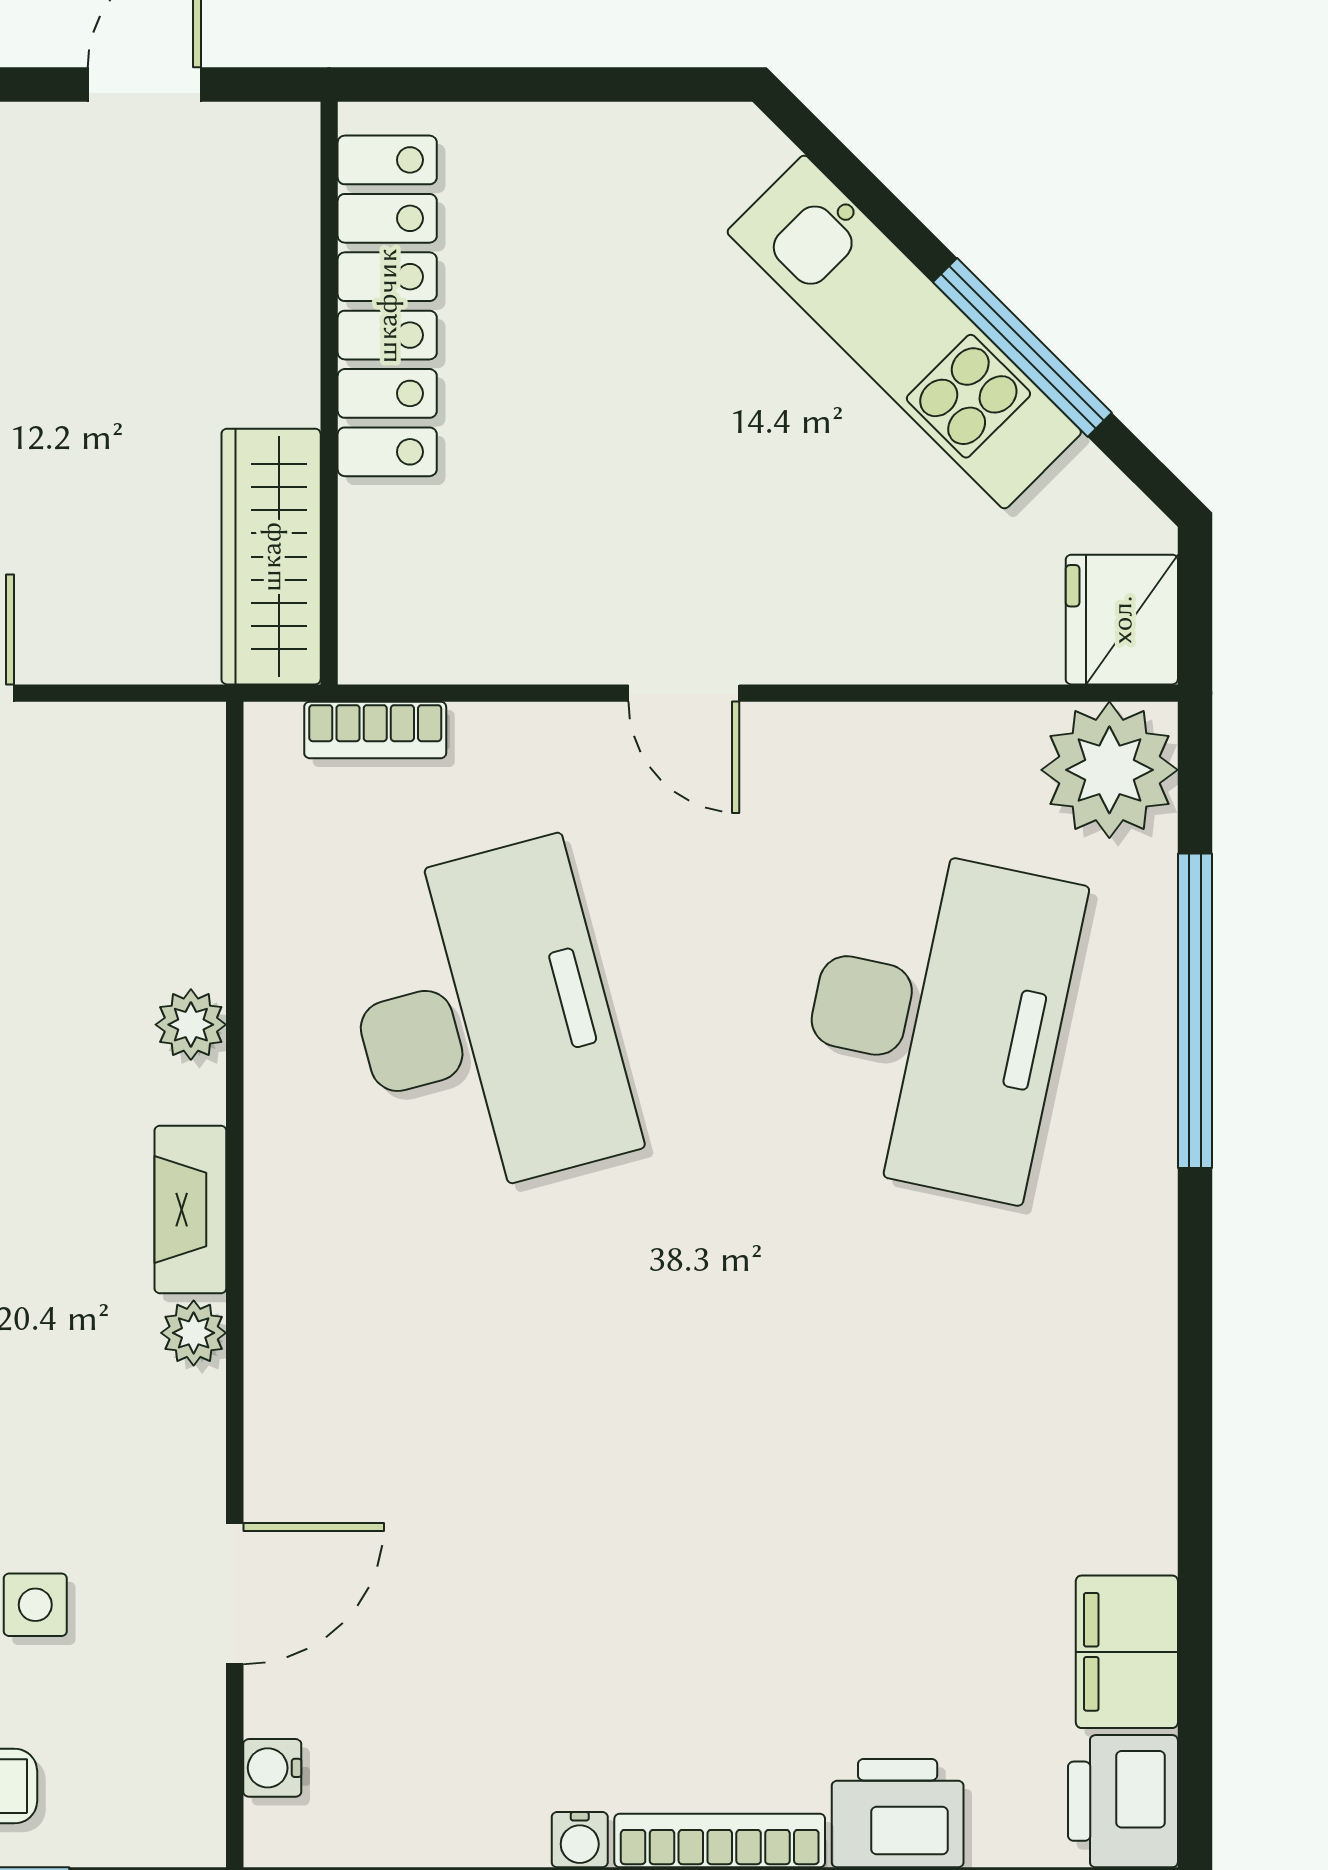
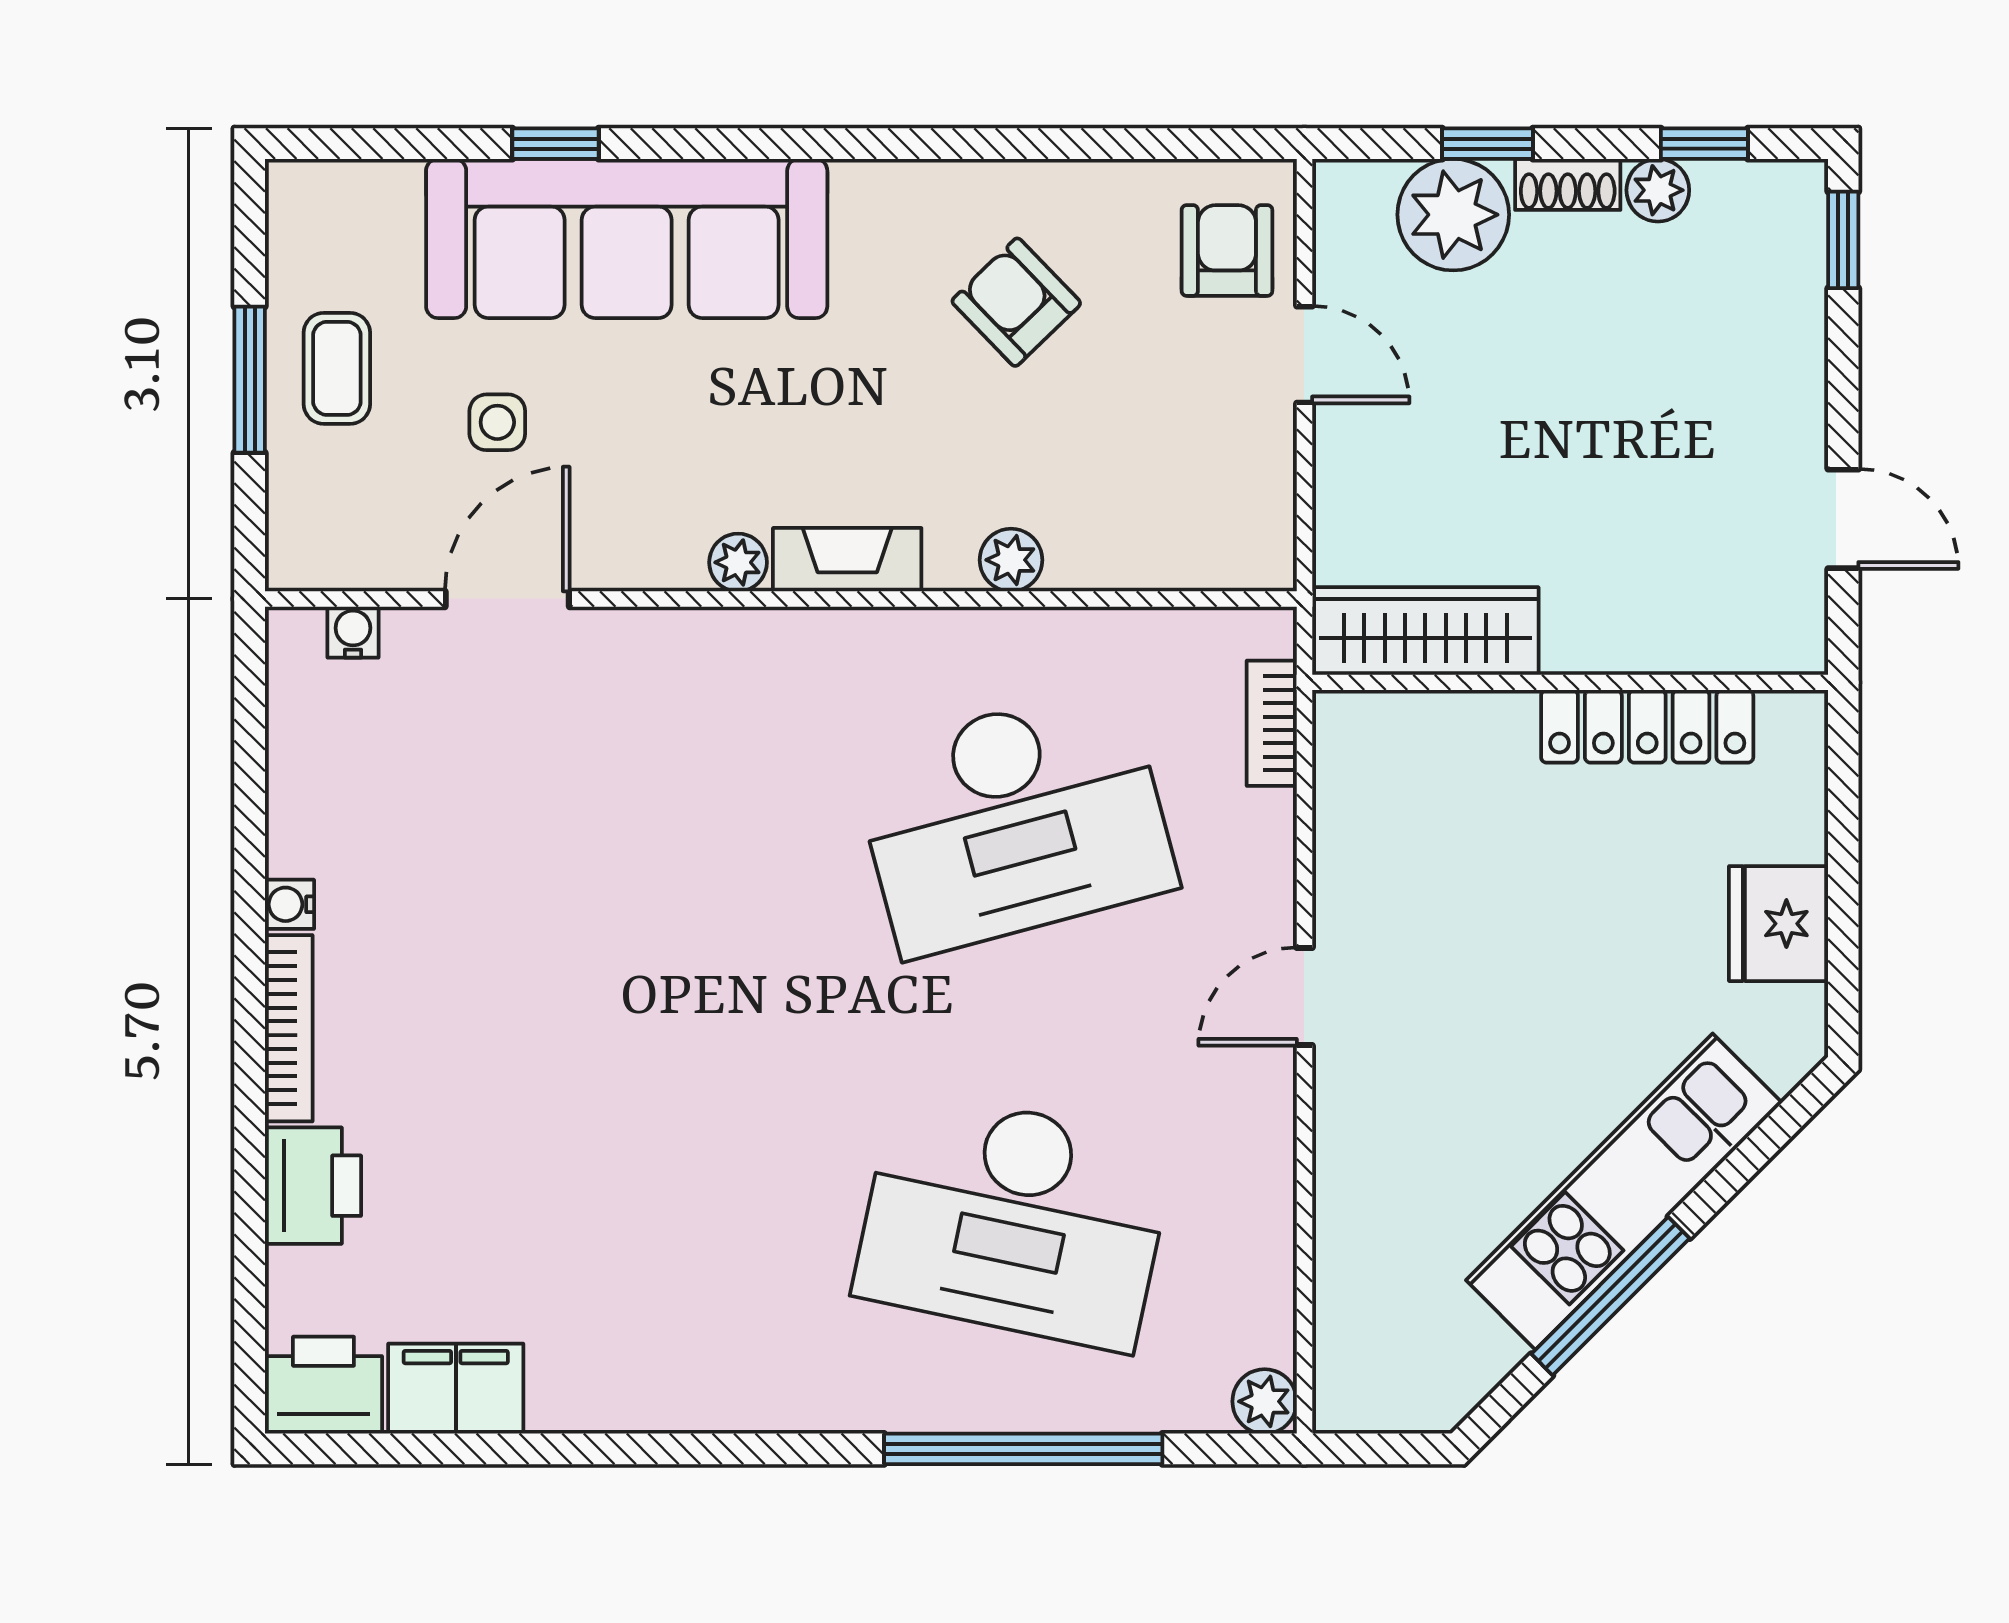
locker: (387, 306) -> (1647, 726), width x0.71, depth x0.83
fridge: (1122, 620) -> (1778, 924), moved, turned -90
plant: (1109, 770) -> (1265, 1401), width x0.53, depth x0.53
door: (235, 1594) -> (507, 599), swing flipped

